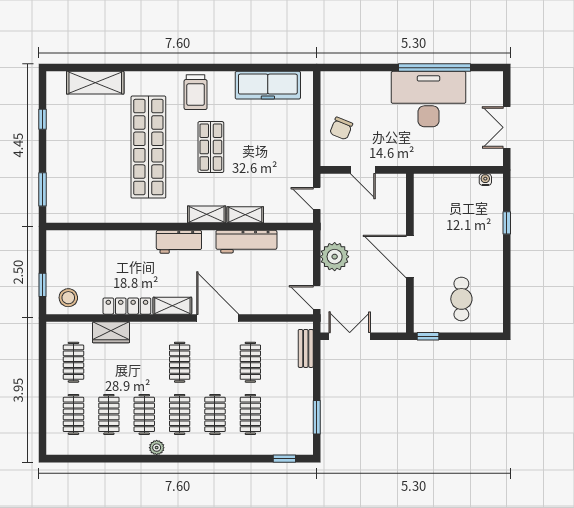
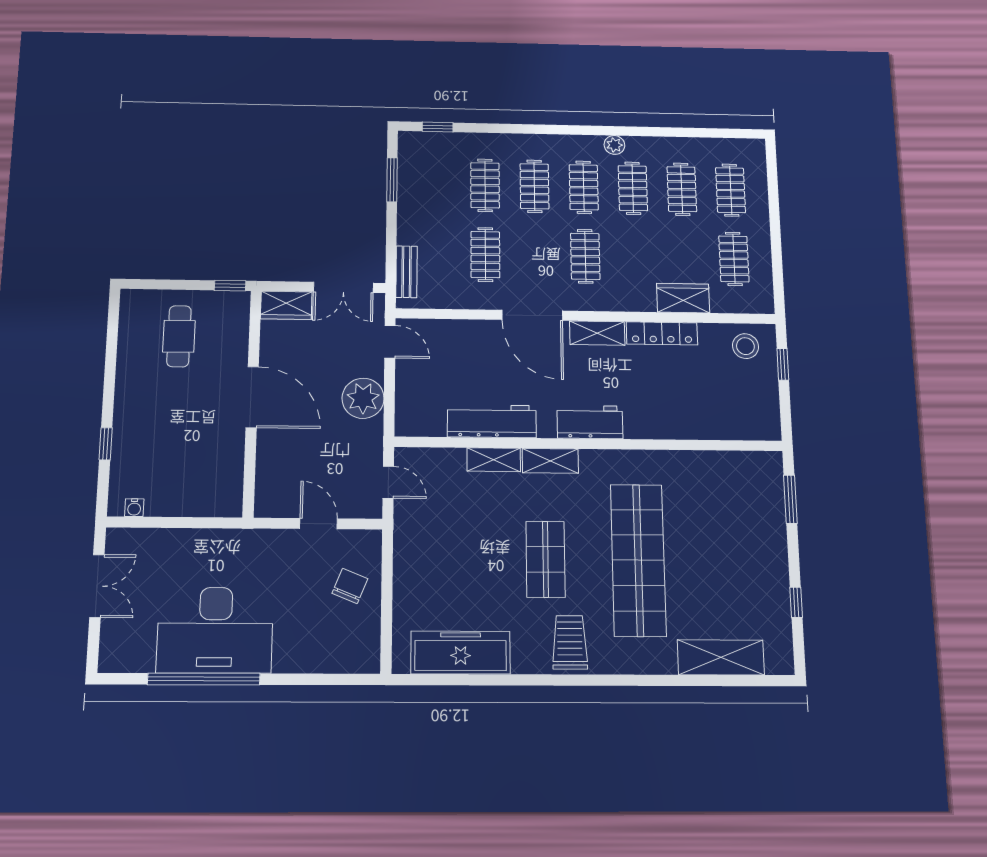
wardrobe: (389, 322) -> (286, 305), added

